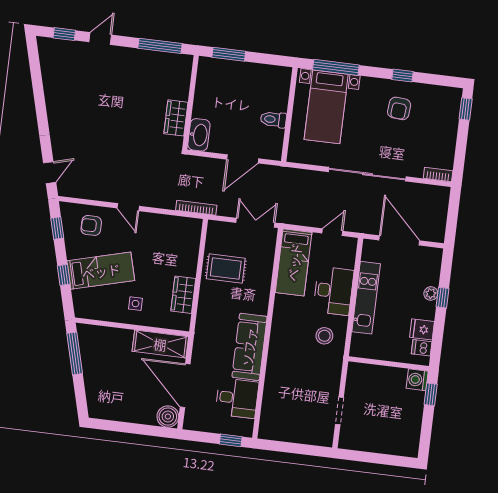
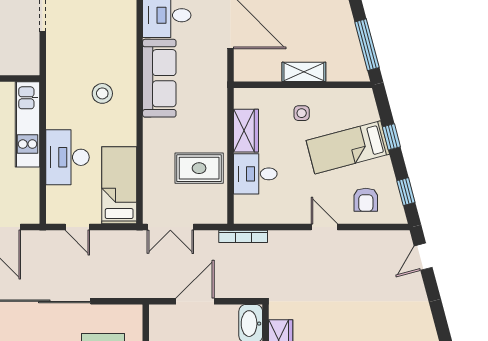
armchair: (91, 225) -> (366, 200), turned 90
door: (332, 232) -> (77, 227), hinge flipped
desk: (180, 258) -> (255, 174), added
kitchen unit: (366, 298) -> (28, 124), moved
stool: (324, 336) -> (102, 93), moved
shelving: (160, 344) -> (304, 72), moved, width x0.67, depth x0.75

